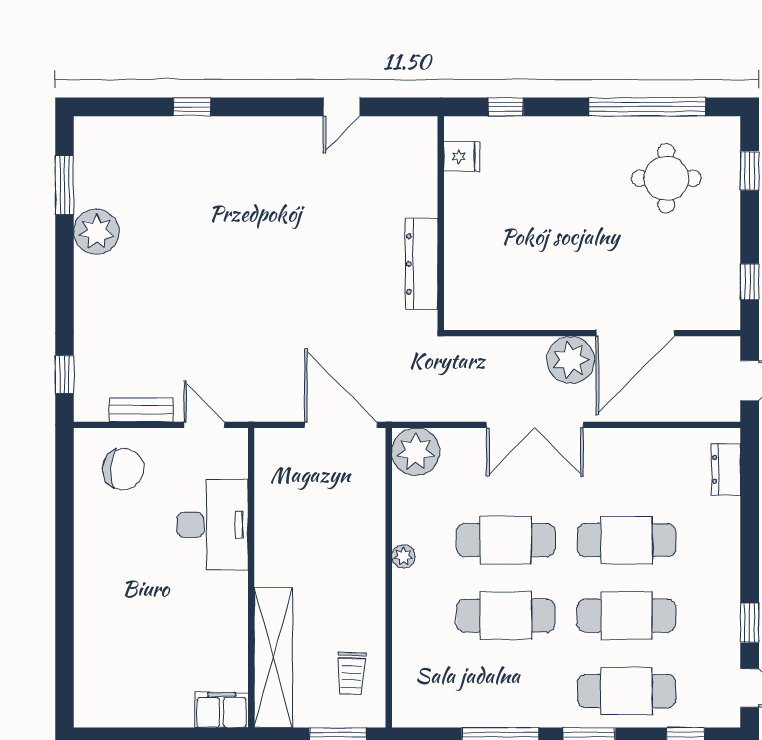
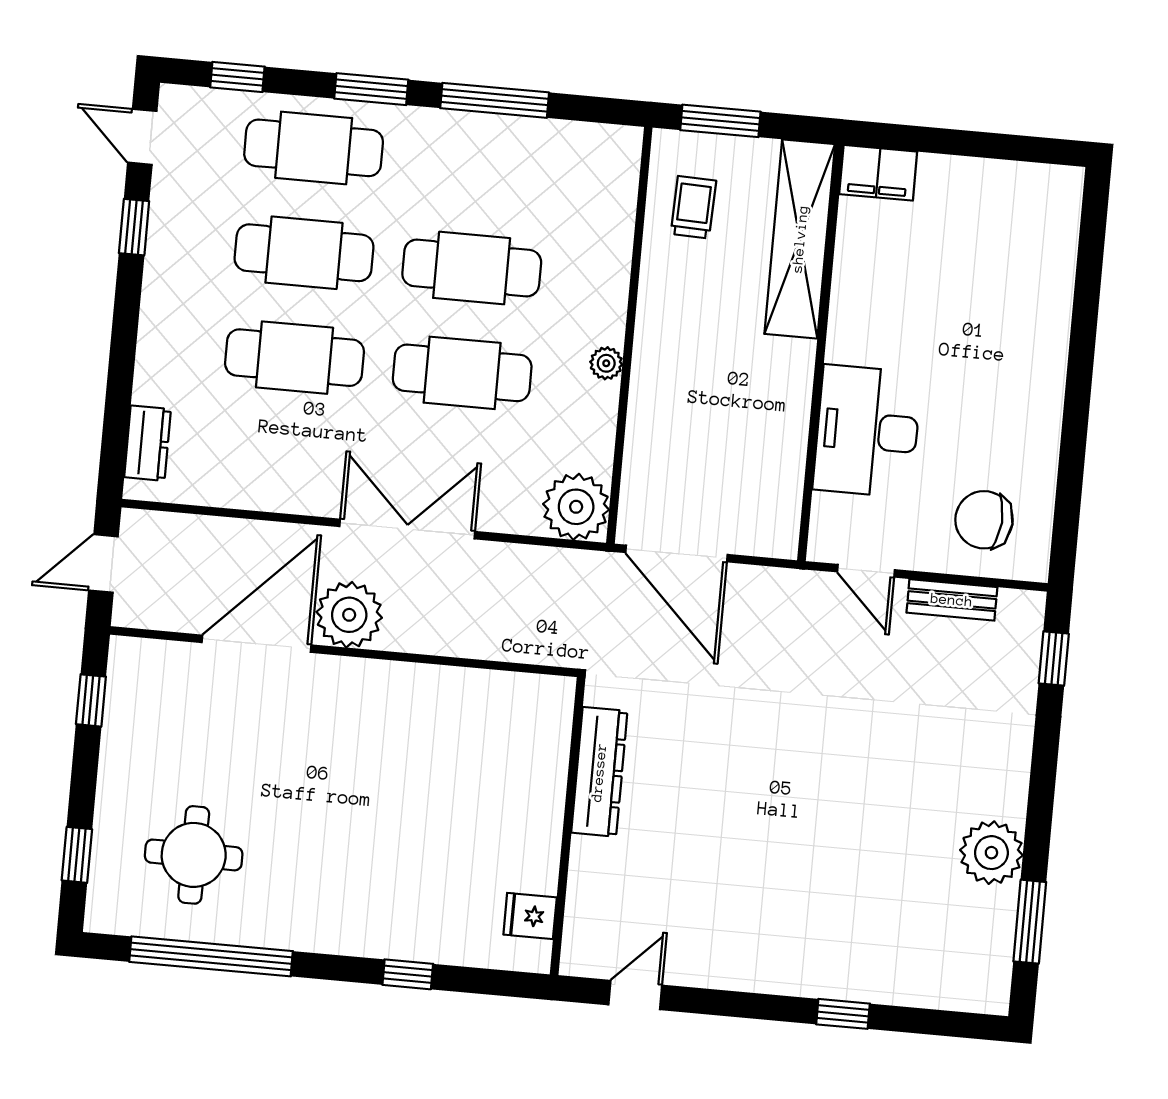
fridge: (462, 156) -> (530, 916), moved
wall: (441, 223) -> (568, 826), moved
dresser: (421, 264) -> (599, 772), moved

